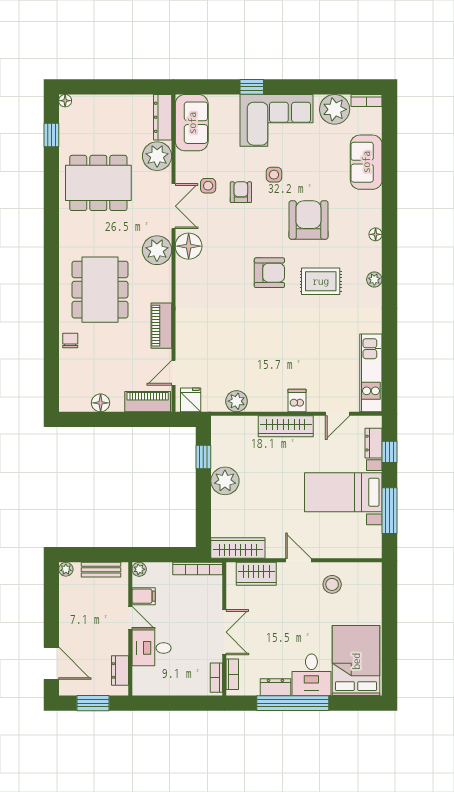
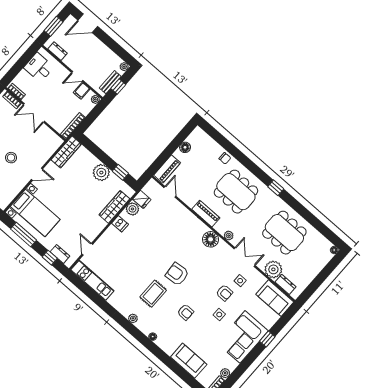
plant: (335, 109) -> (225, 373), width x0.53, depth x0.53
dresser: (163, 117) -> (285, 284), width x0.70
window: (51, 135) -> (276, 188), moved
dining table: (98, 183) -> (284, 233), turned 90
double door: (173, 206) -> (245, 257), swing flipped
armchair: (308, 220) -> (185, 312), width x0.53, depth x0.53
floor lamp: (189, 246) -> (211, 239), moved
plant: (157, 250) -> (229, 236), width x0.53, depth x0.53
armchair: (269, 273) -> (177, 274), turned 85
piano: (161, 326) -> (206, 214), moved
fridge: (191, 400) -> (142, 199), moved
dishwasher: (297, 400) -> (120, 224), moved
wardrobe: (286, 426) -> (114, 207), moved
bed with nightstands: (343, 492) -> (35, 213), moved, turned 90
window: (98, 555) -> (118, 87), added
wardrobe: (256, 574) -> (47, 150), removed
stool: (332, 584) -> (11, 158), moved
desk: (151, 648) -> (39, 67), moved, turned -90

